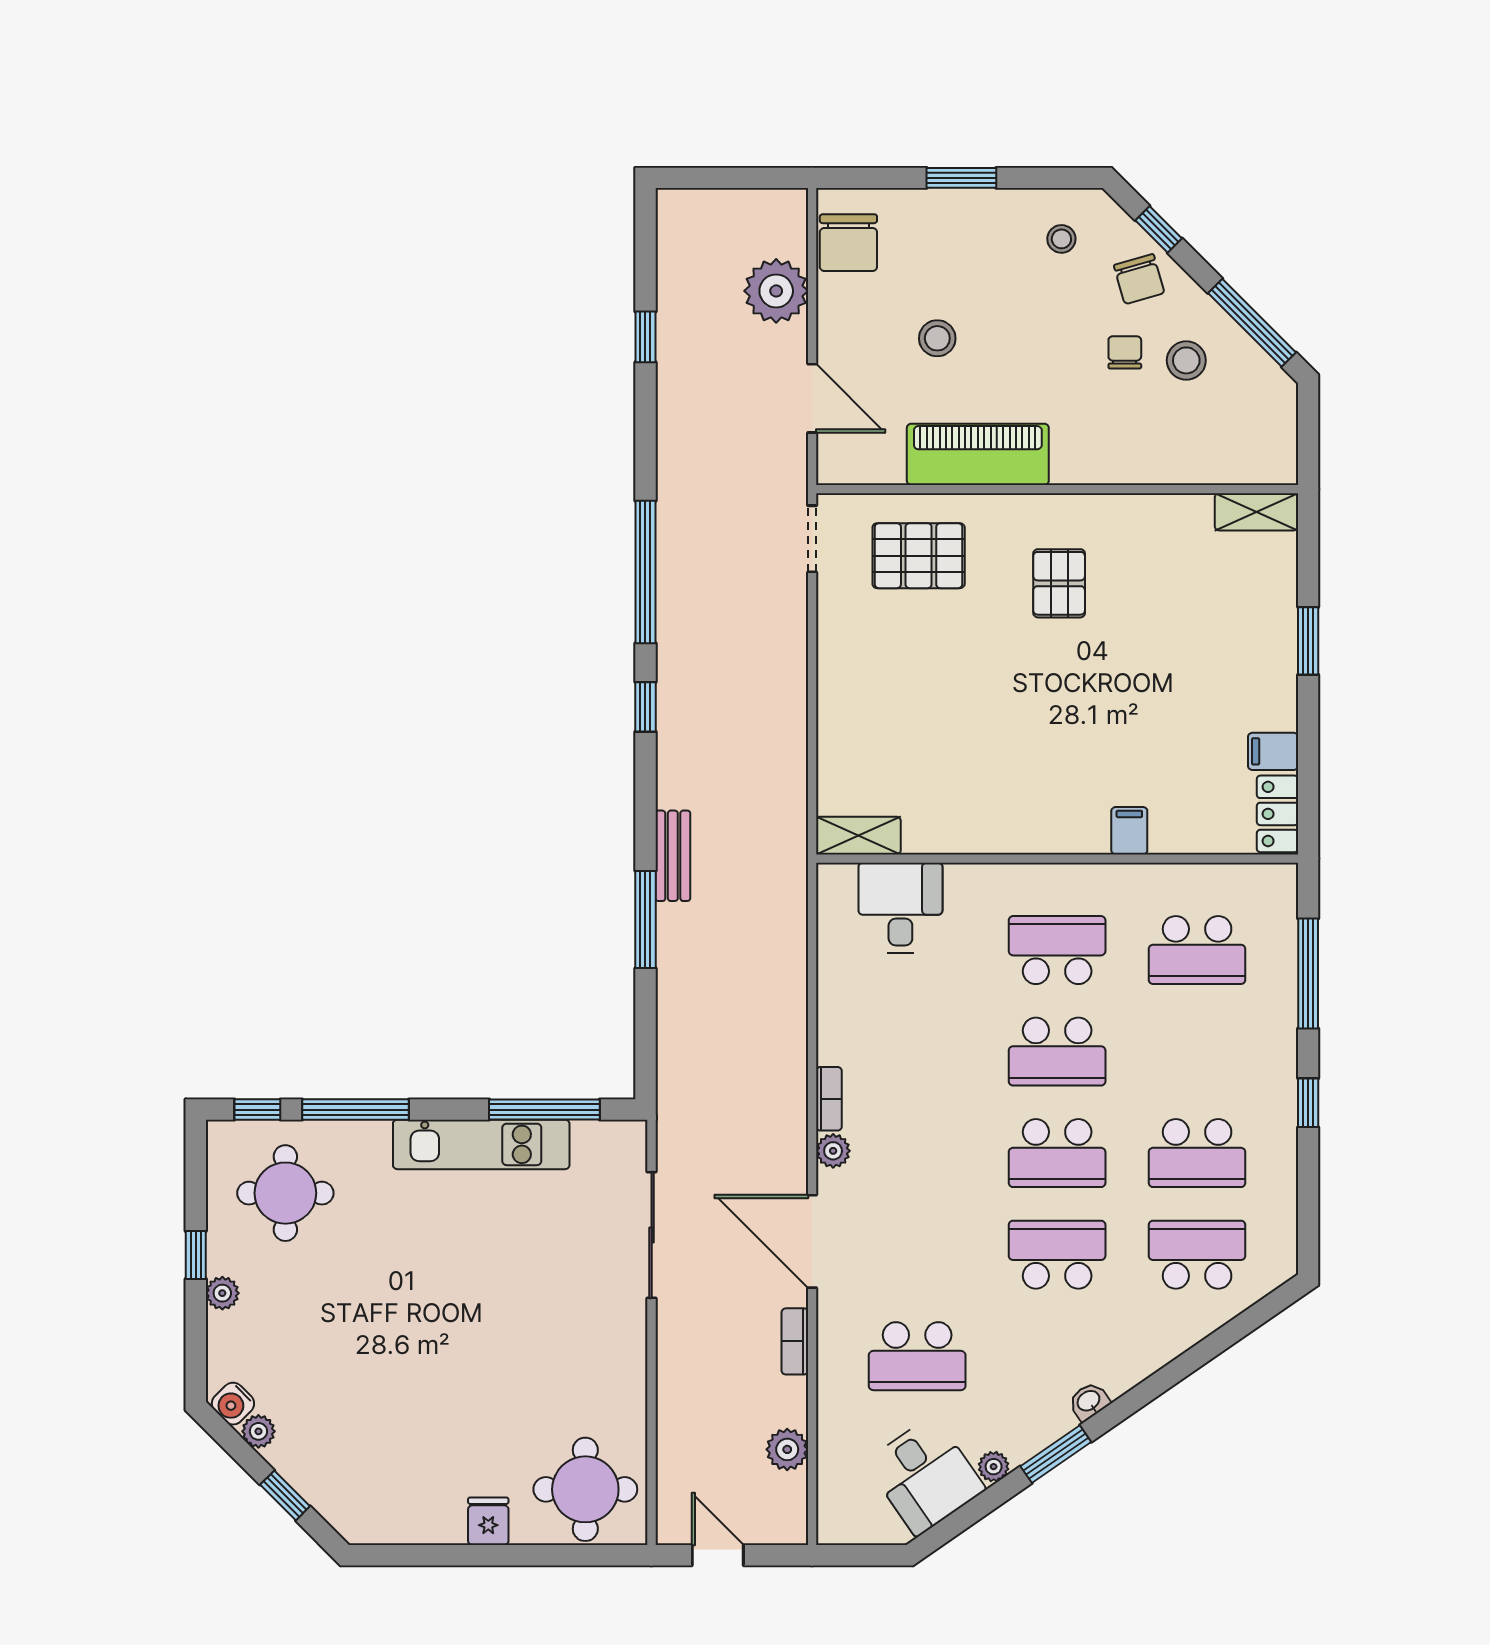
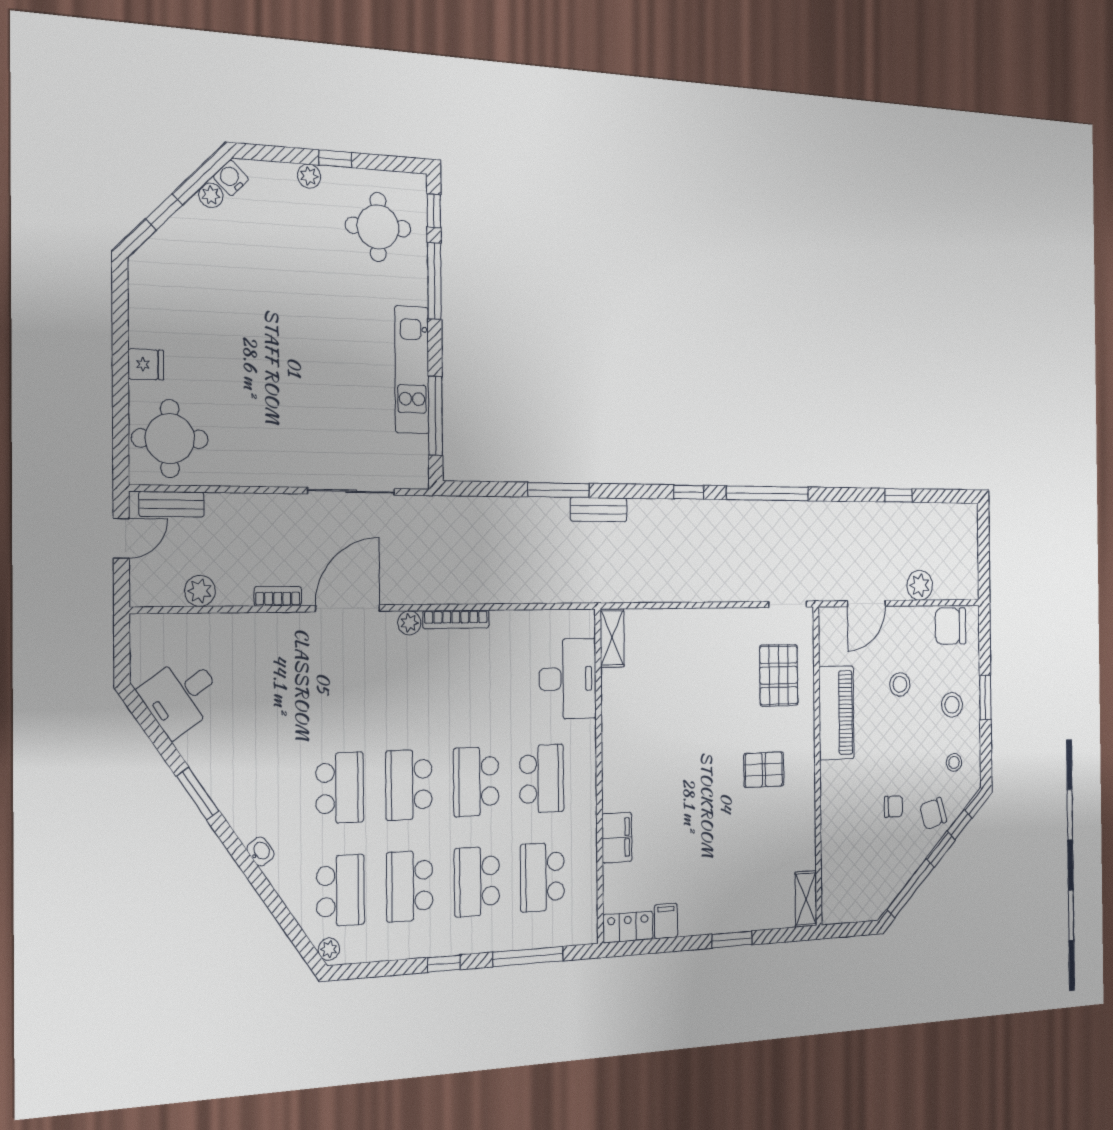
plant: (776, 291) -> (920, 585), width x0.73, depth x0.73
stool: (1186, 360) -> (952, 705), moved
filing cabinet: (1129, 831) -> (617, 838), width x2.00
desk: (900, 908) -> (568, 679), width x1.37
bookcase: (829, 1099) -> (456, 619), width x1.56
school desk: (917, 1356) -> (477, 881), moved
washbasin: (1089, 1401) -> (260, 851), moved
plant: (994, 1467) -> (329, 949), moved
bench: (672, 1488) -> (172, 504), added

